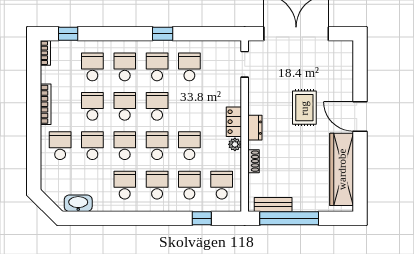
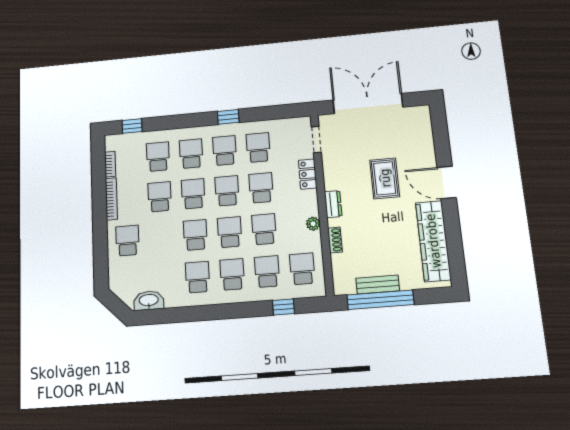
bookcase: (45, 53) -> (110, 164), moved
locker: (234, 122) -> (308, 174), moved
school desk: (92, 146) -> (261, 188), moved
bench: (273, 204) -> (378, 284), moved

